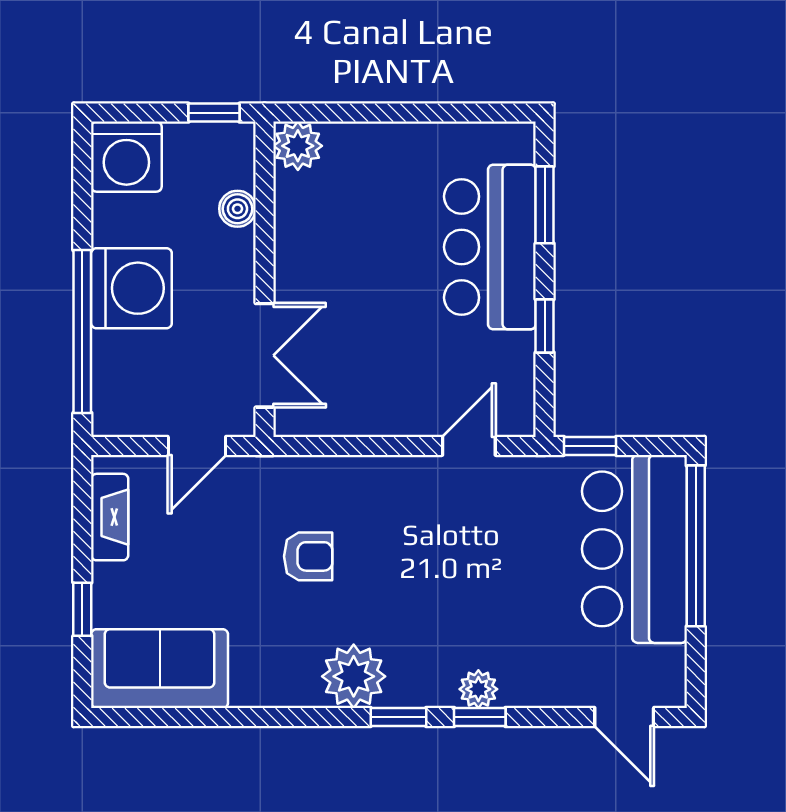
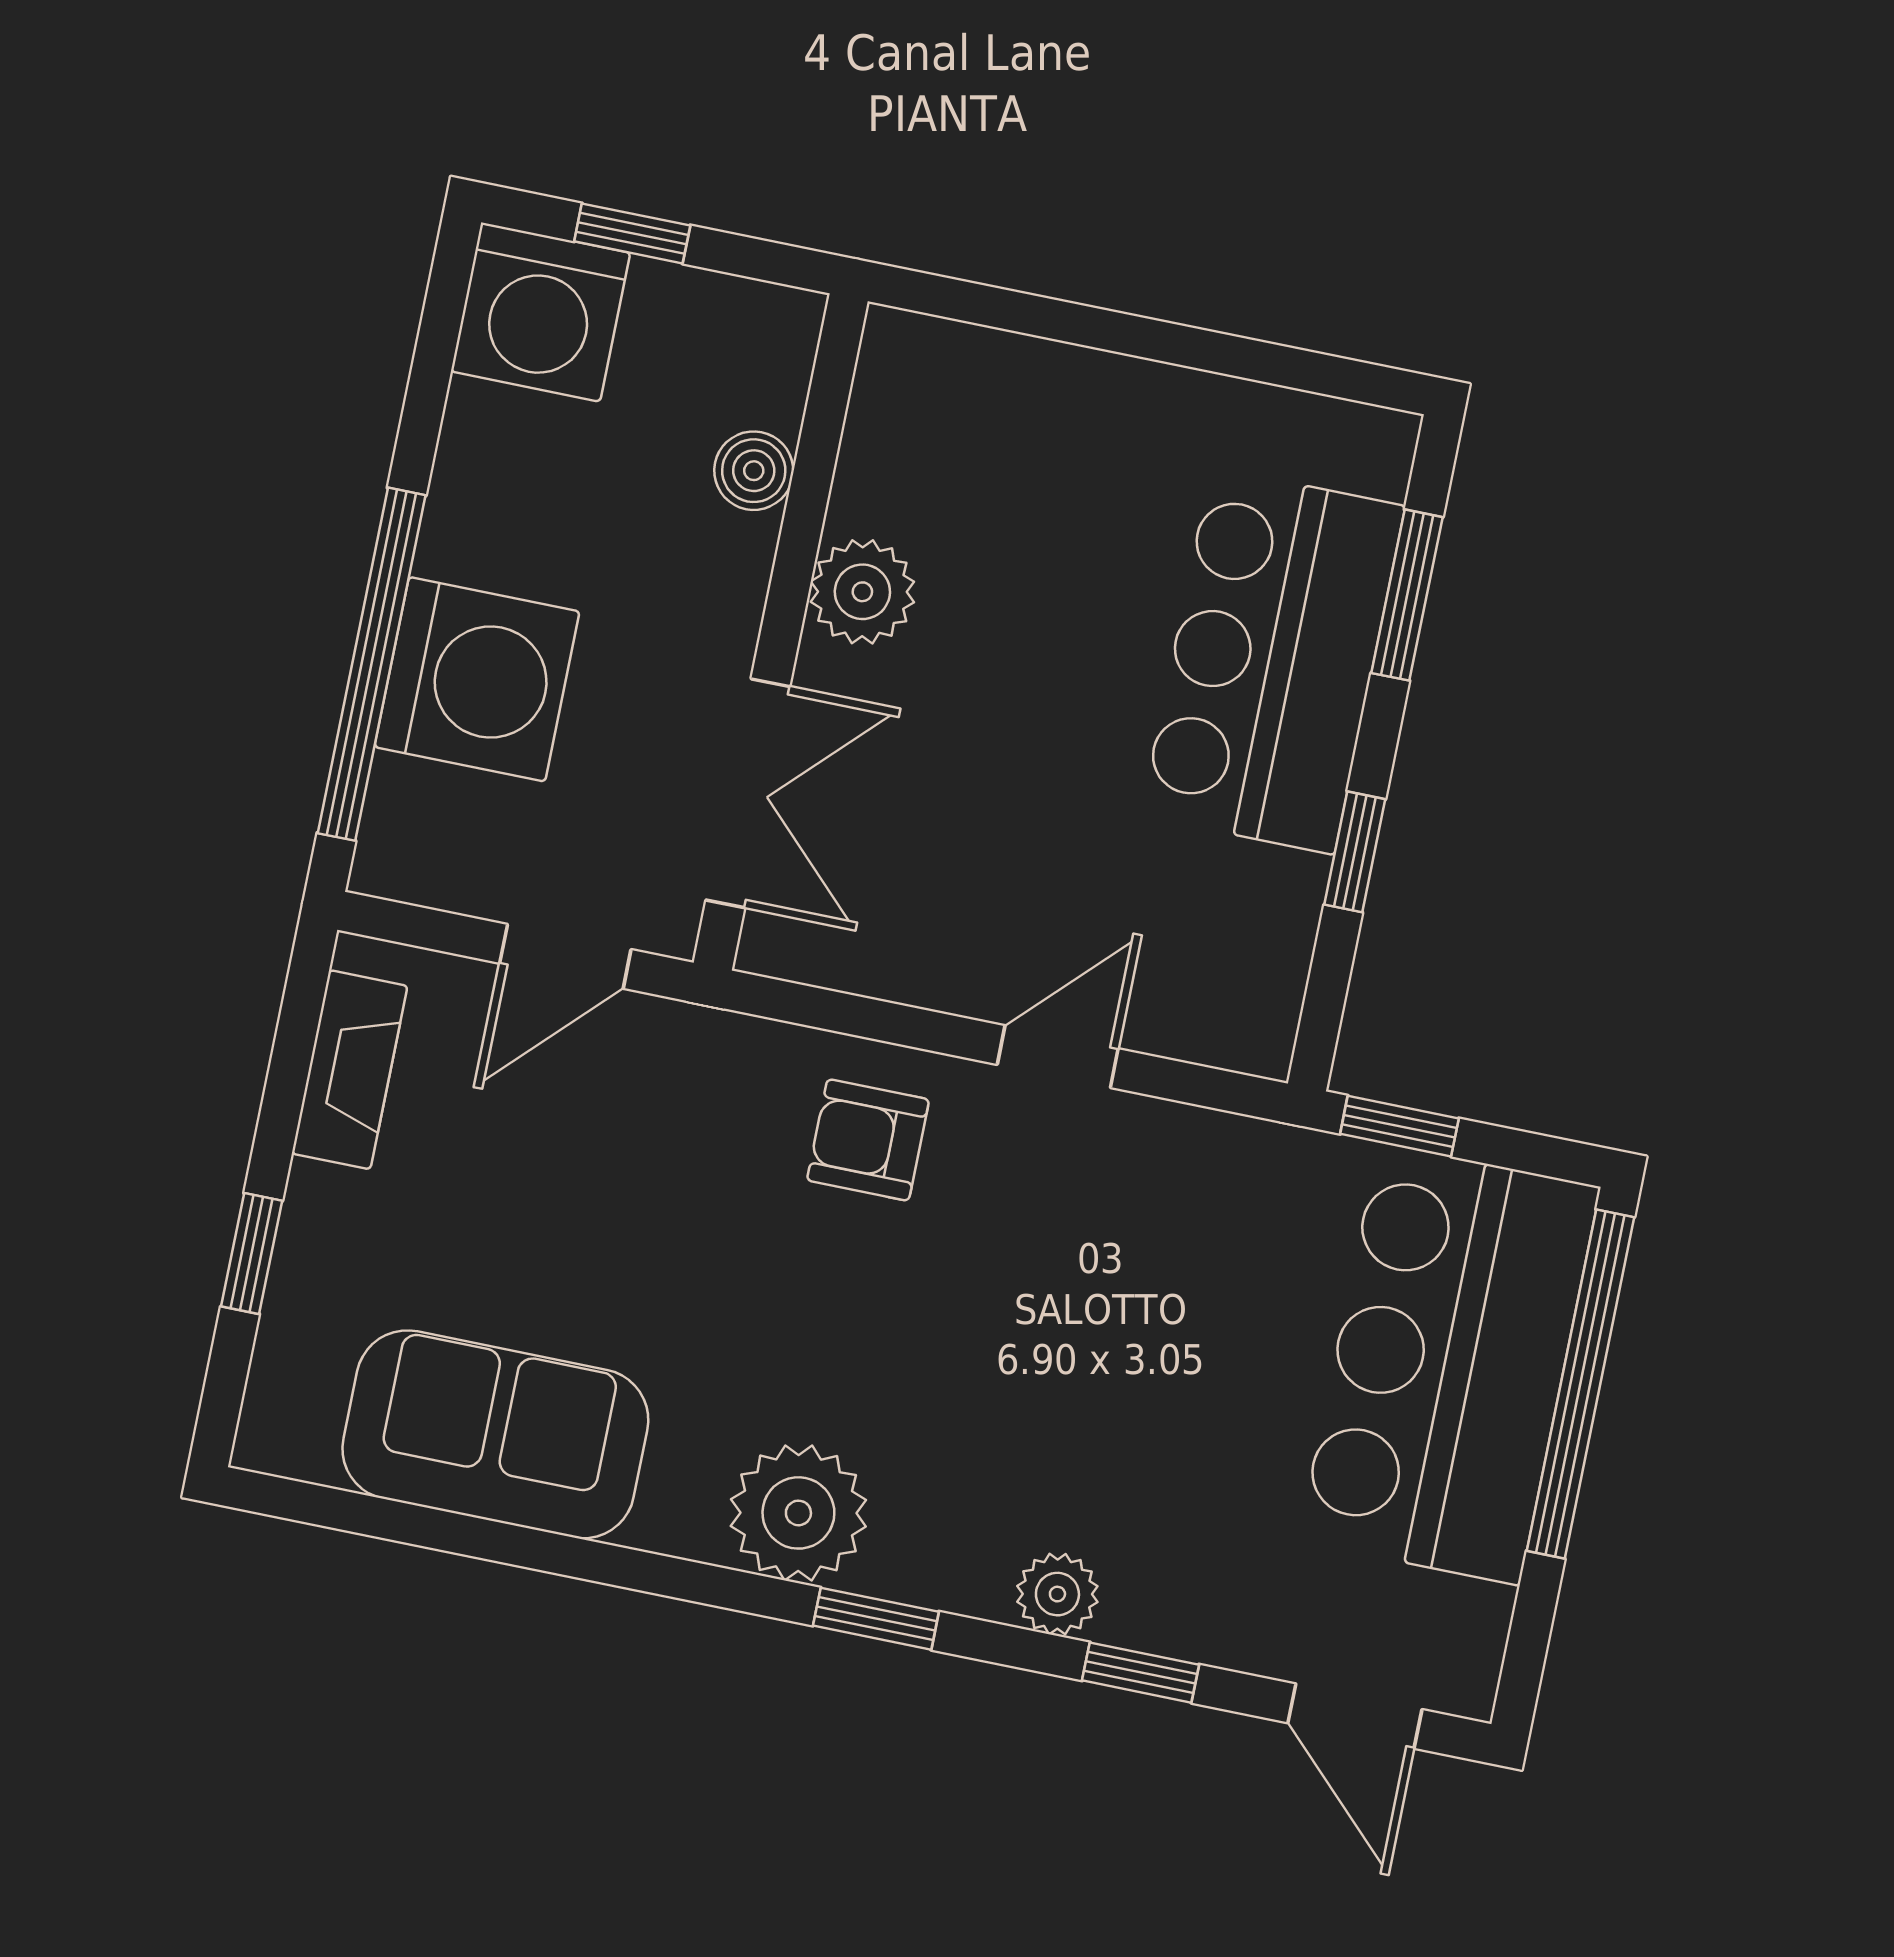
window: (214, 113) -> (632, 233), moved
plant: (298, 146) -> (862, 592), moved
washing machine: (131, 288) -> (477, 679), moved
door: (469, 446) -> (1058, 1057), moved
armchair: (308, 556) -> (868, 1140), moved, turned 180
sofa: (160, 669) -> (495, 1434), moved
window: (480, 717) -> (1141, 1673), moved

